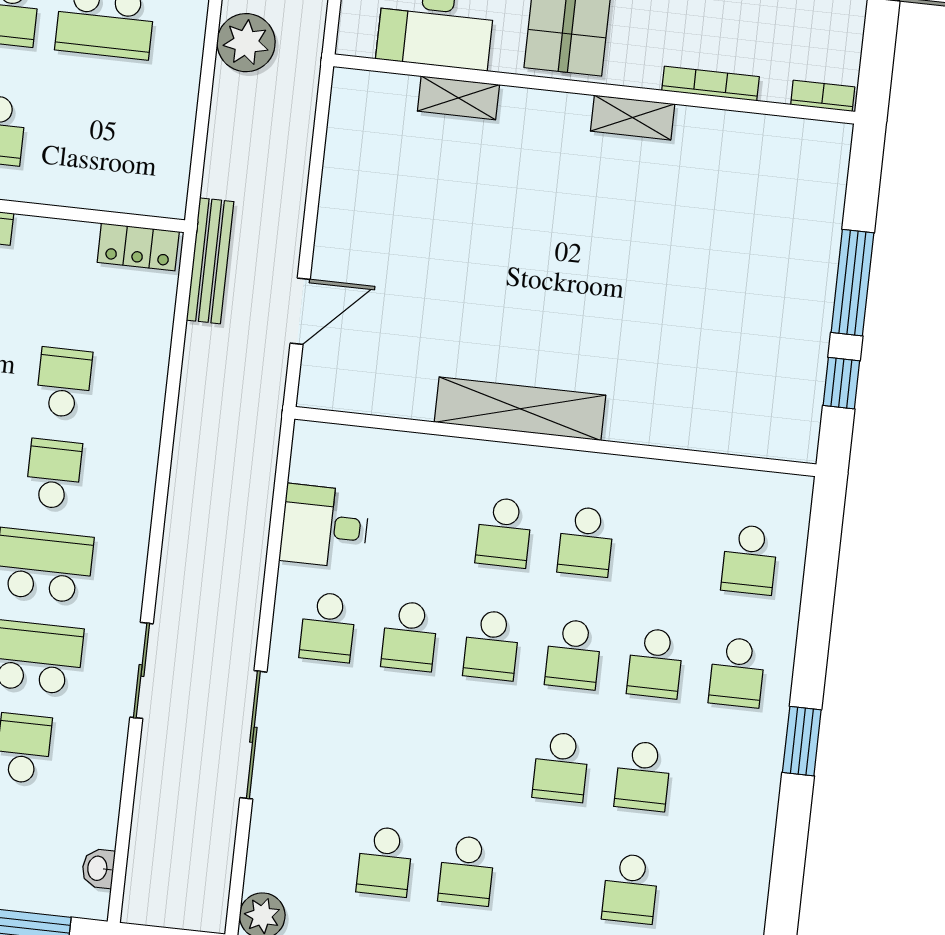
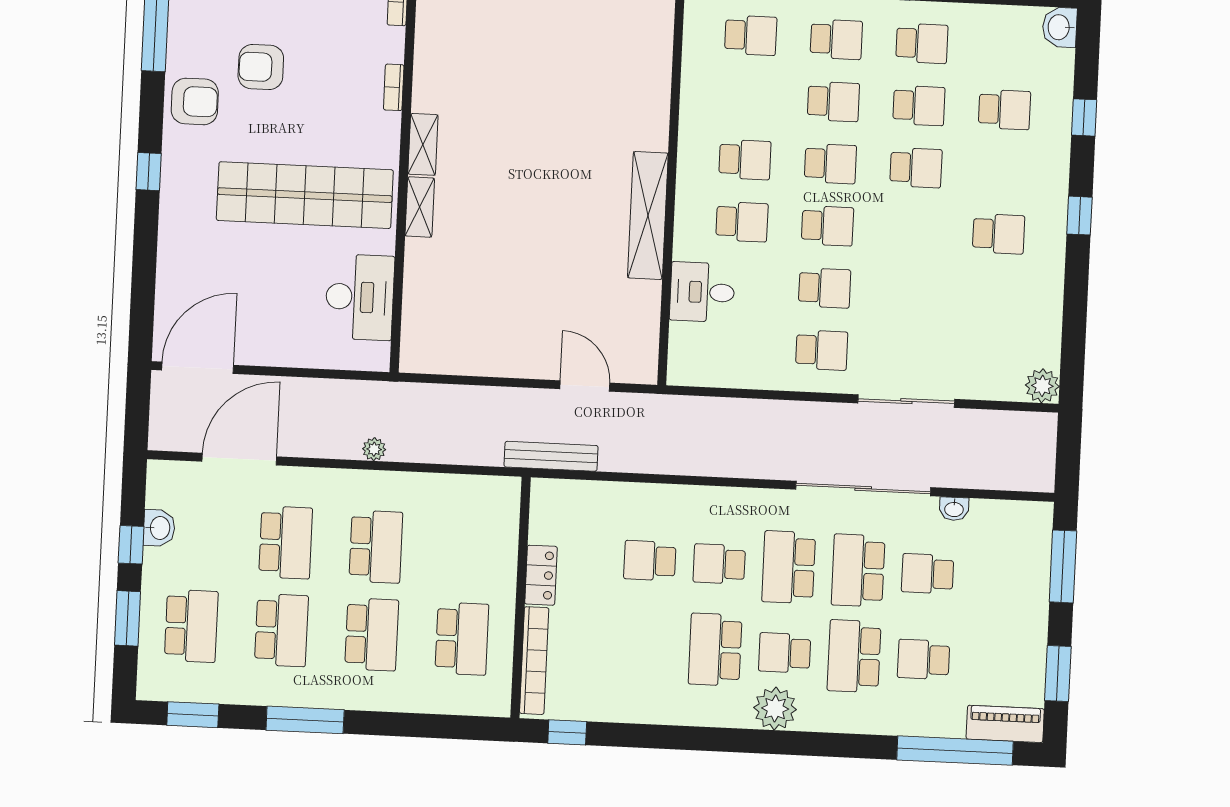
plant: (246, 43) -> (374, 449), width x0.53, depth x0.53
bookcase: (710, 84) -> (394, 87), width x0.64
shelving: (458, 98) -> (420, 207), moved
locker: (138, 247) -> (541, 575), moved
desk: (325, 526) -> (702, 292), moved, turned 90
sliding door: (142, 670) -> (863, 488), width x1.86
school desk: (385, 861) -> (922, 43), moved
washbasin: (98, 868) -> (954, 509), moved

